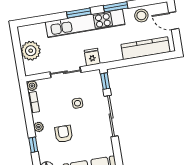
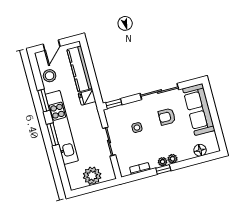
fridge: (92, 57) -> (87, 97), moved
plant: (32, 86) -> (172, 159), moved
sliding door: (111, 116) -> (159, 92), moved
armchair: (64, 134) -> (167, 117), moved
window: (33, 145) -> (163, 169), moved

